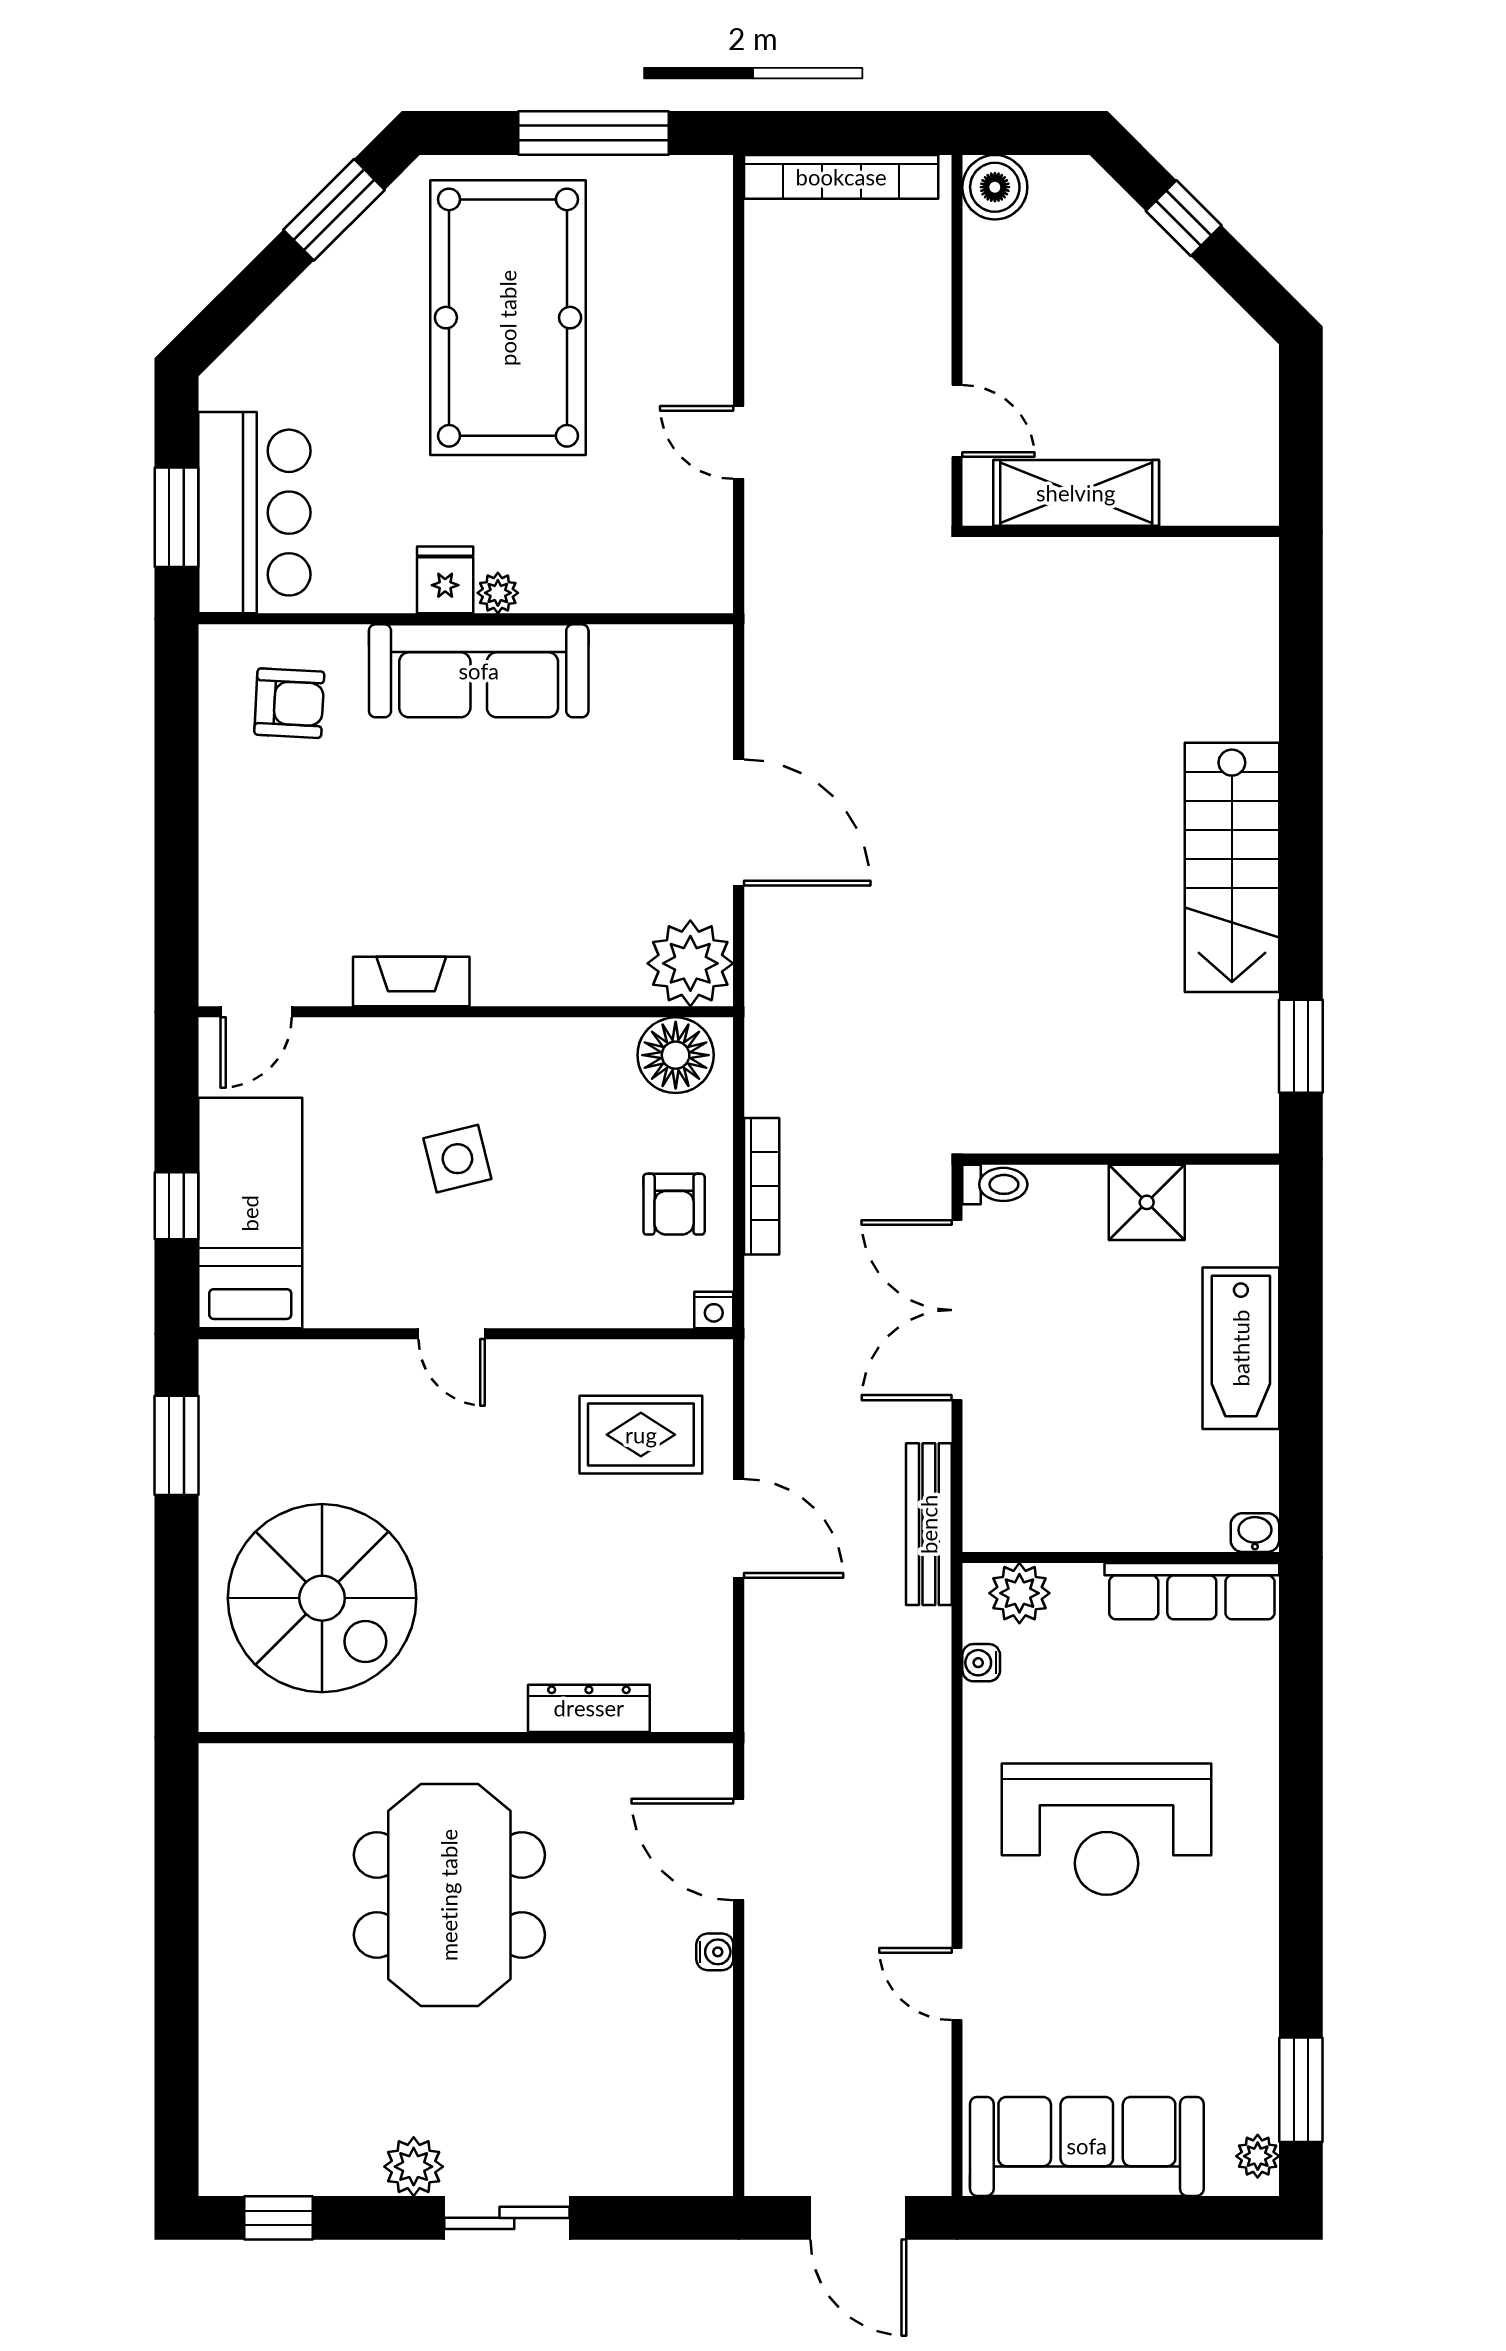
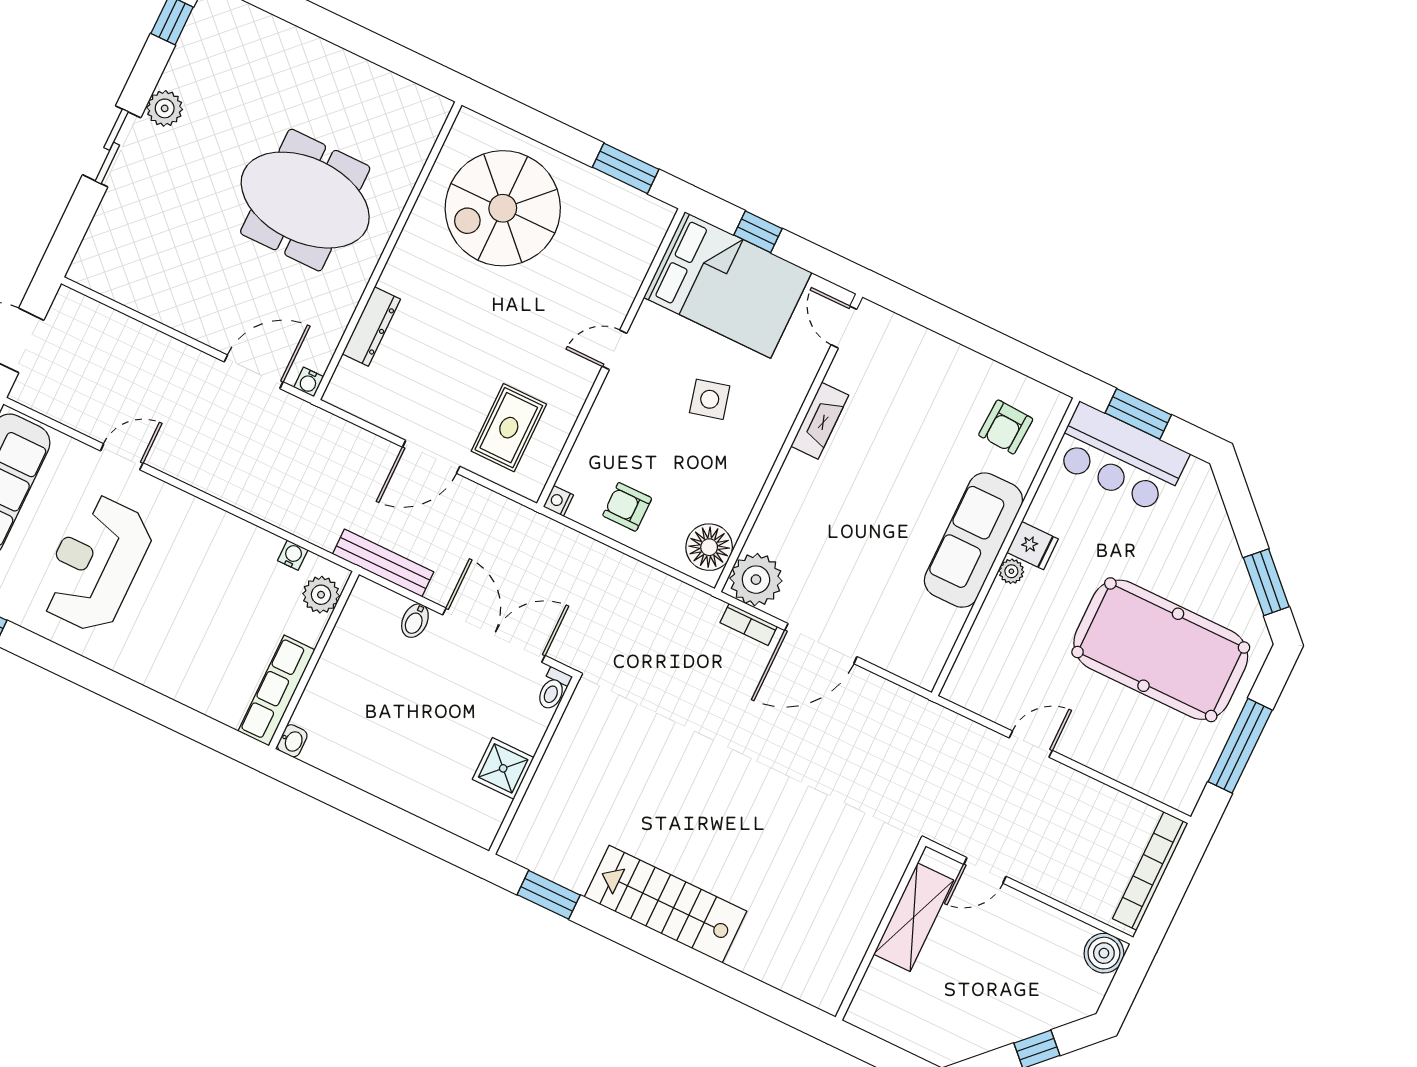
bookcase: (762, 1186) -> (749, 625), moved, width x0.64
bed: (250, 1213) -> (728, 285), width x1.50
bathtub: (1241, 1348) -> (398, 782), removed
bidet: (991, 1437) -> (415, 621), added
reception desk: (1107, 1829) -> (96, 564), moved
water cooler: (715, 1952) -> (309, 382), moved

